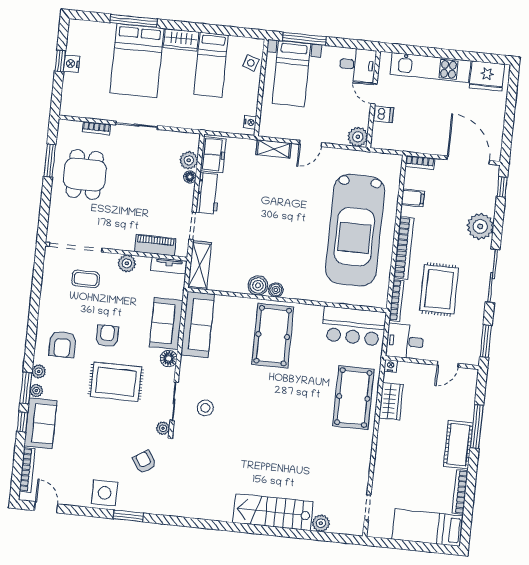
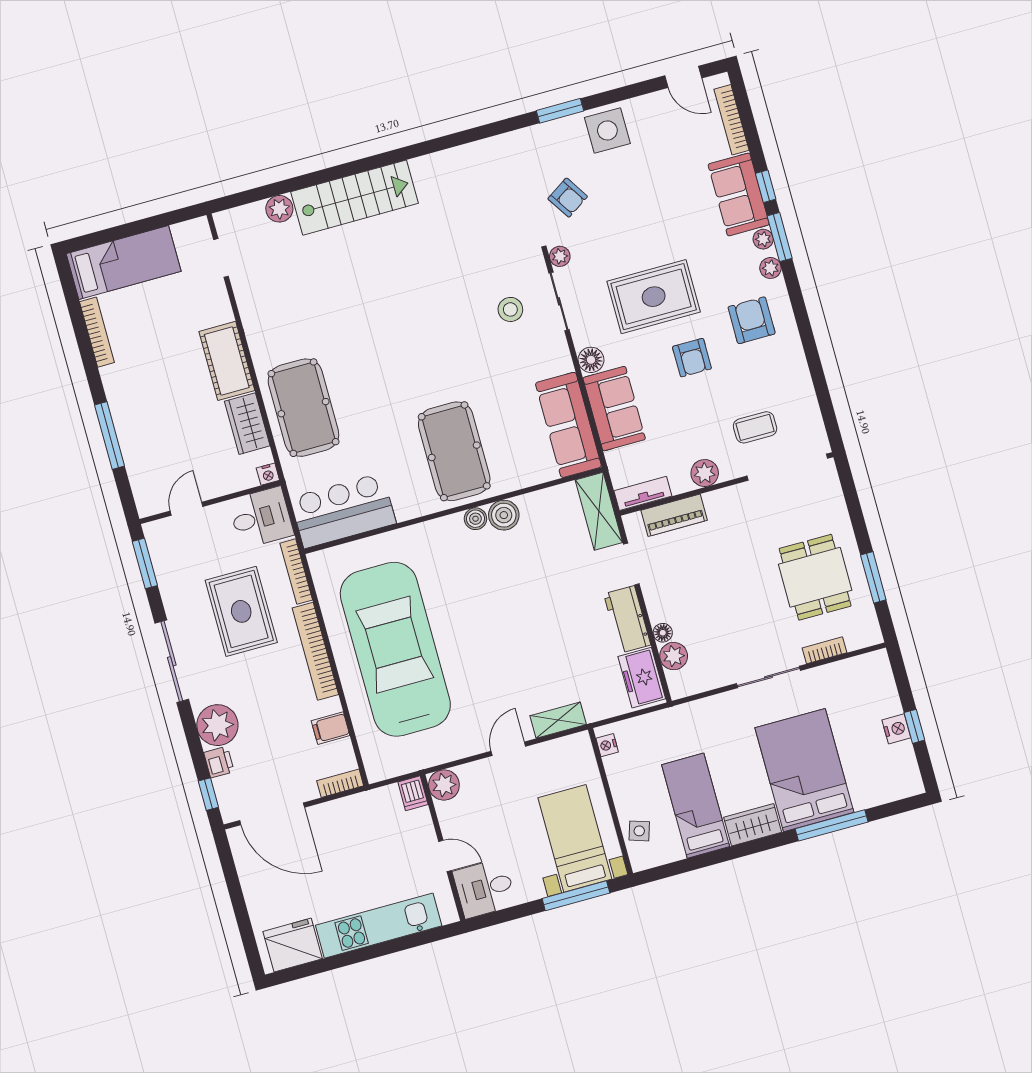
dishwasher: (383, 114) -> (413, 793), moved, turned -90
printer: (488, 204) -> (219, 762), added
cot: (458, 445) -> (227, 361), moved

